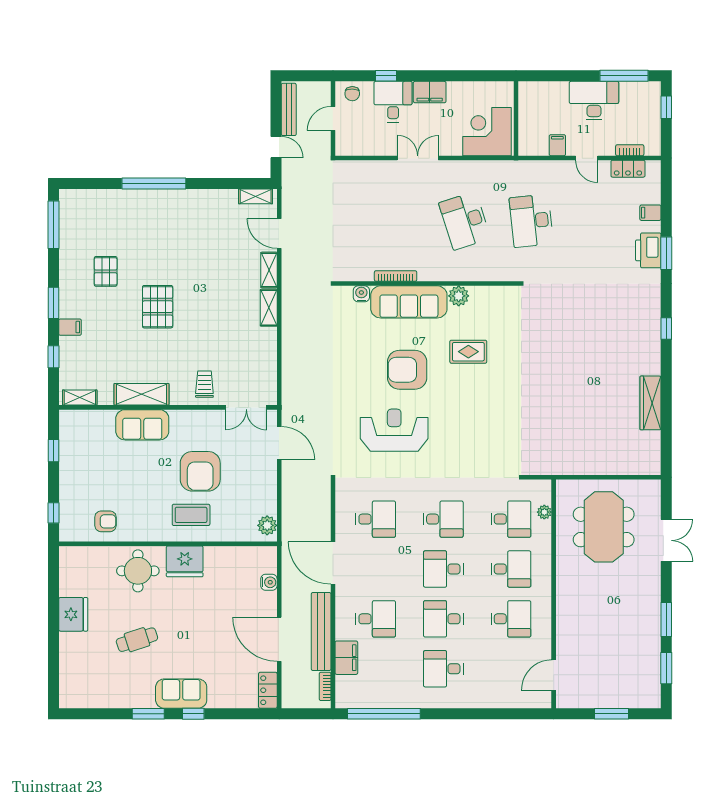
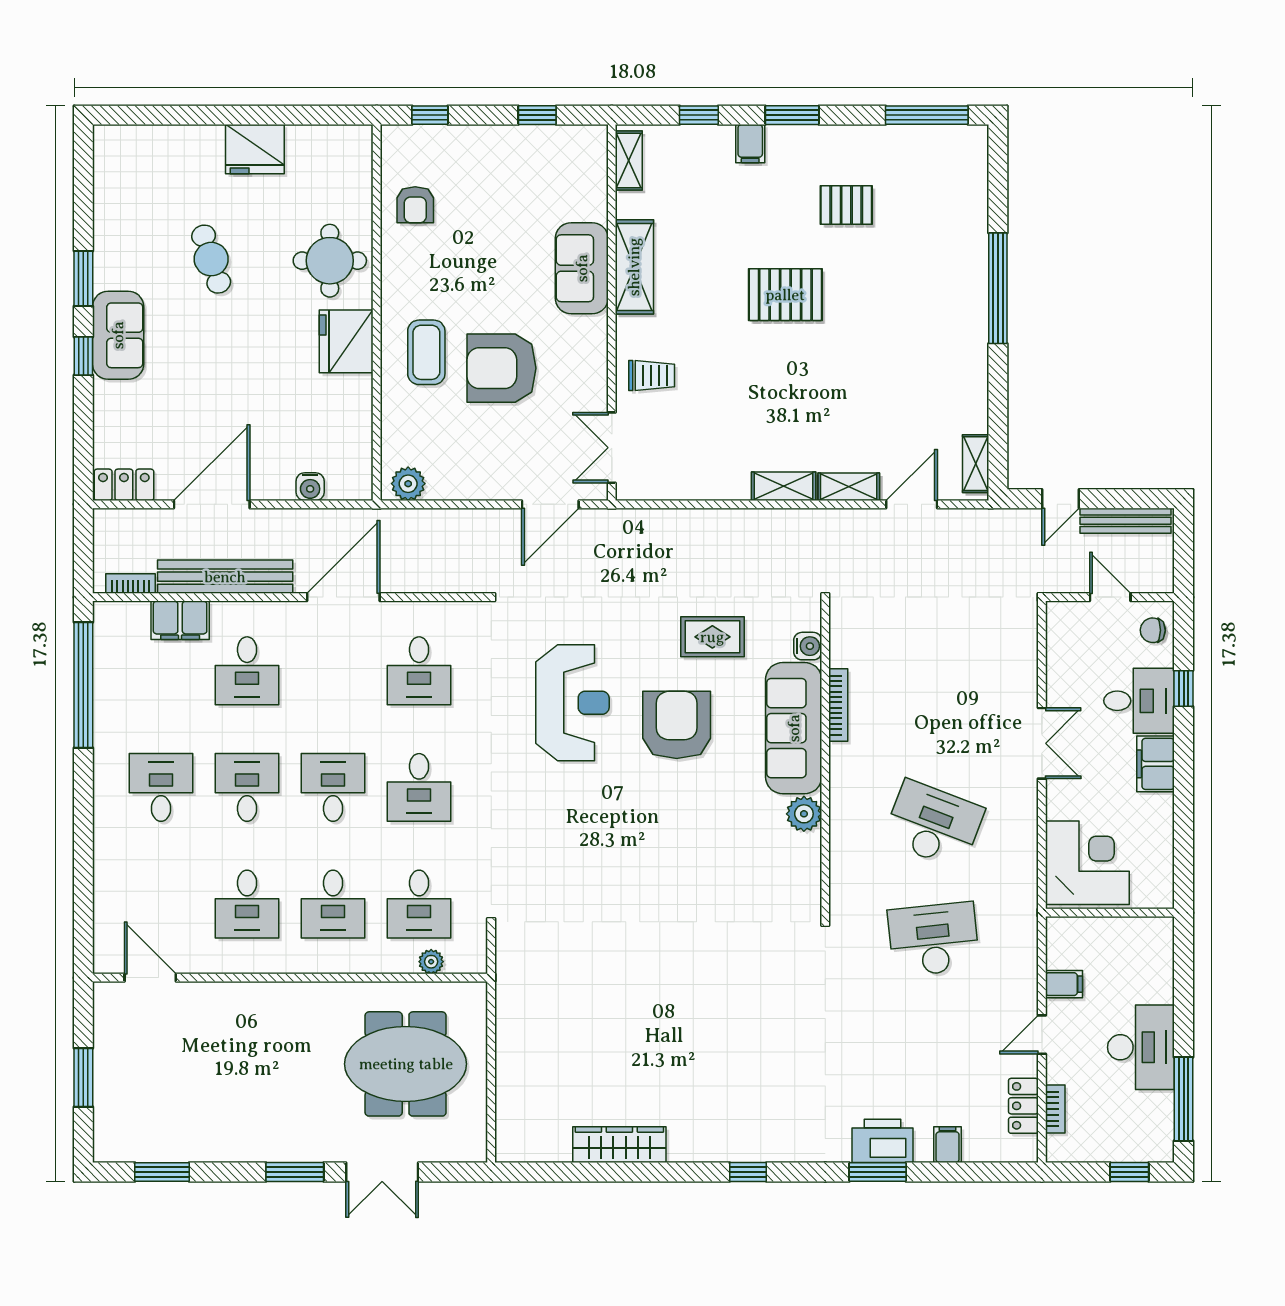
desk: (465, 221) -> (934, 824), turned 39
rug: (468, 352) -> (712, 637), moved, turned 90
window: (666, 619) -> (295, 1172), moved

